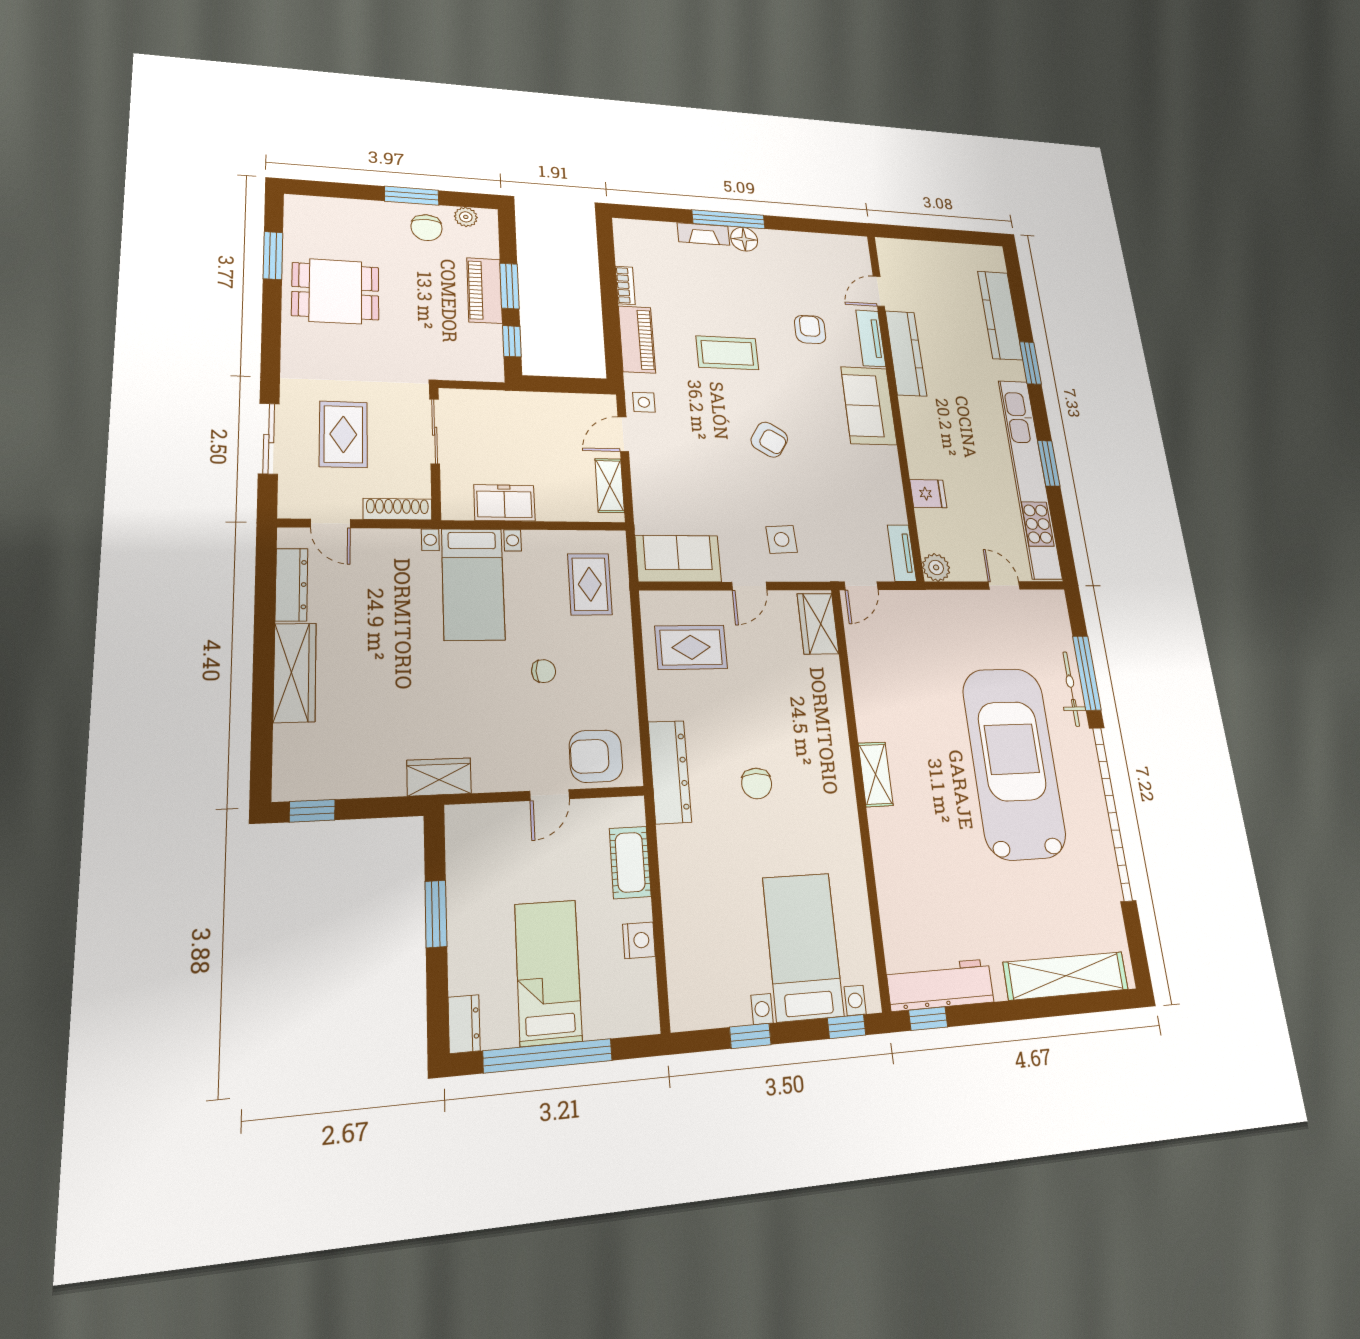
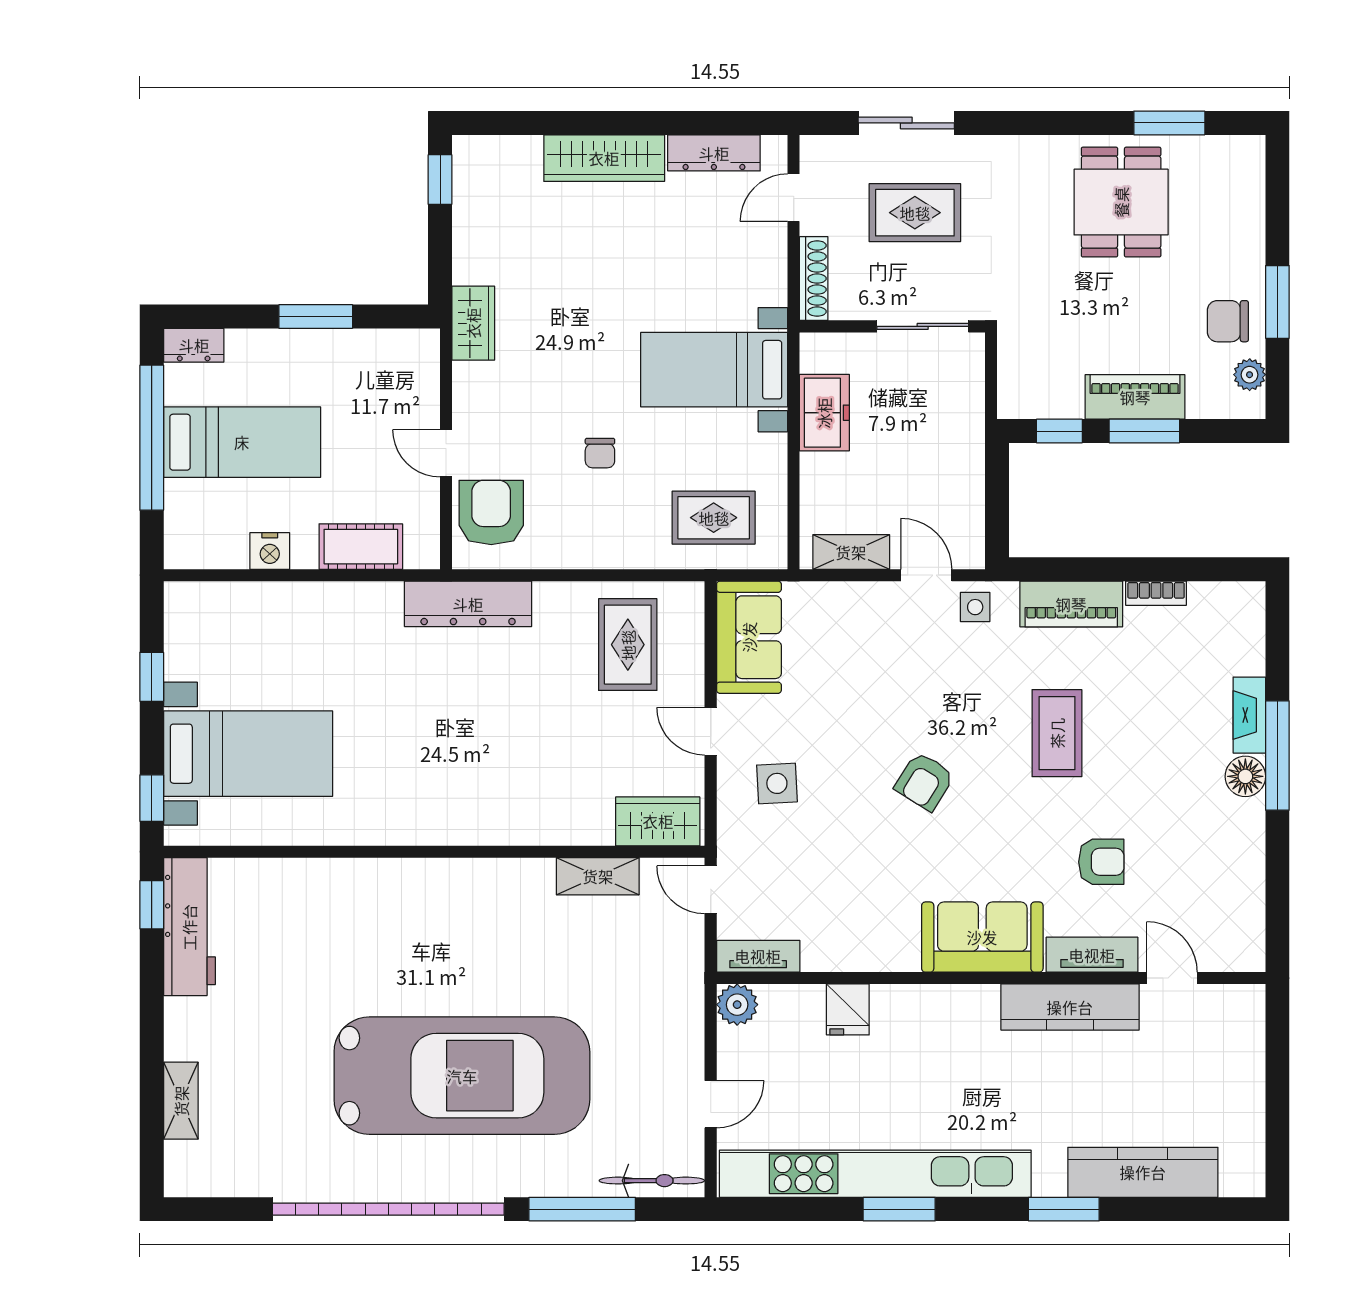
bicycle: (1071, 689) -> (652, 1181), moved
shelving: (876, 774) -> (598, 876), moved
chair: (757, 783) -> (449, 715), removed
shelving: (1066, 976) -> (181, 1101), width x0.45, depth x0.75

